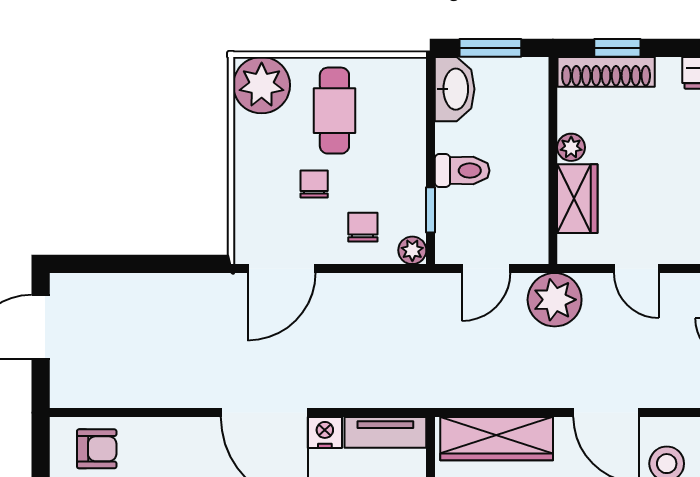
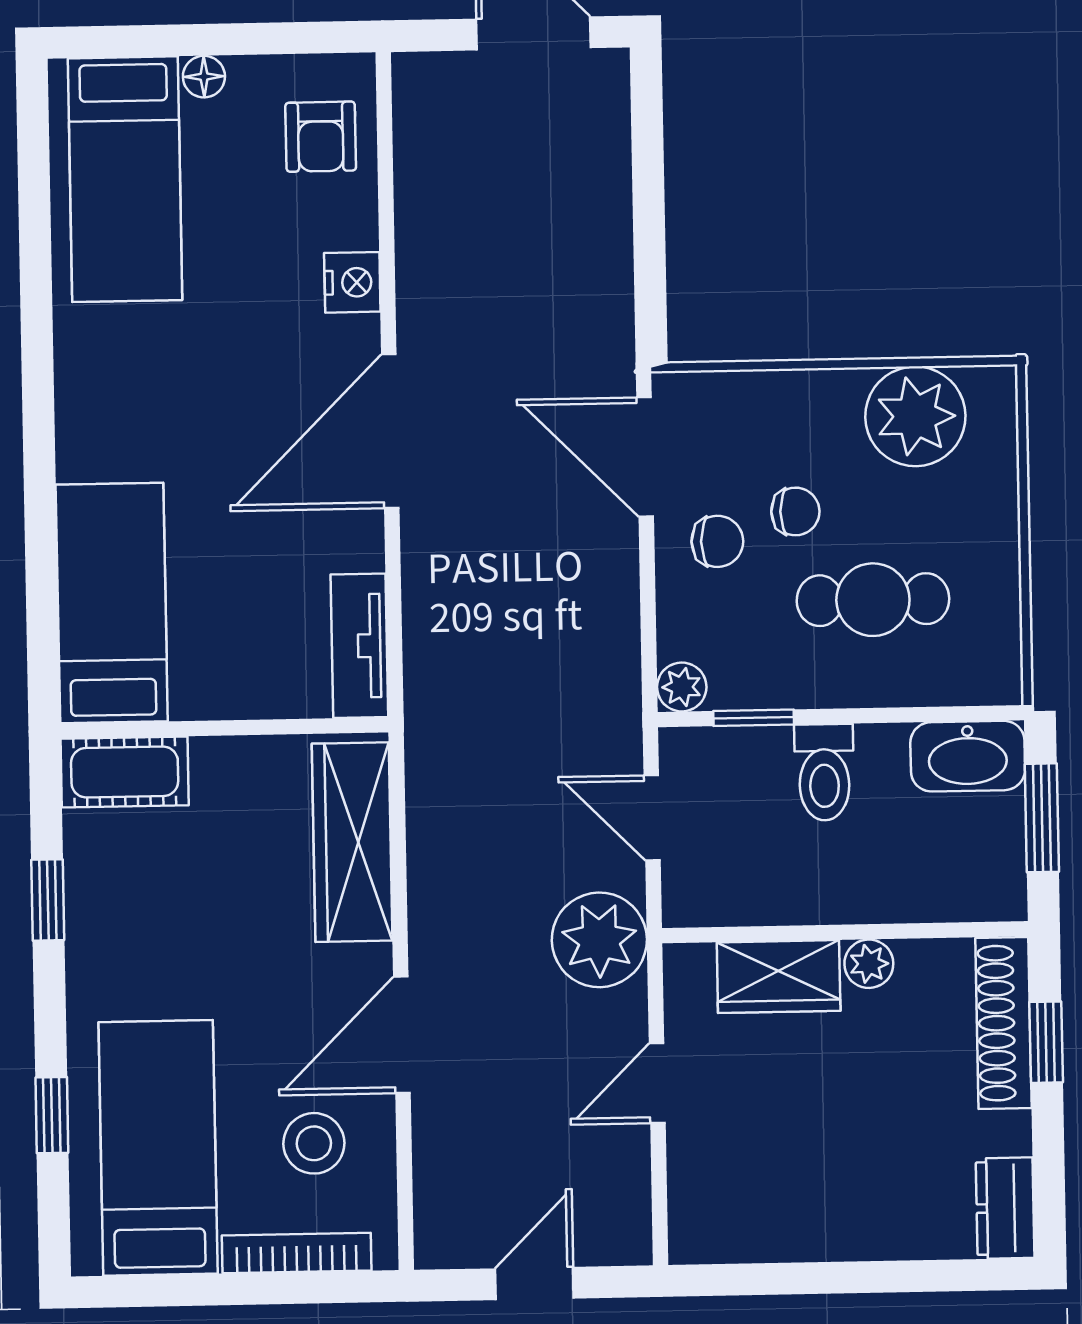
plant: (262, 85) -> (915, 416), moved
cafe table: (334, 111) -> (873, 600), moved
chair: (363, 227) -> (717, 541), moved
nightstand: (325, 432) -> (352, 282), moved

